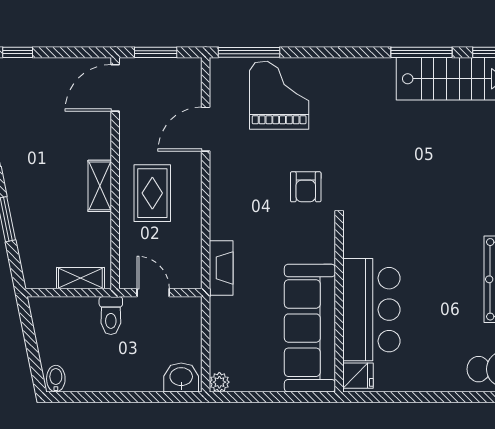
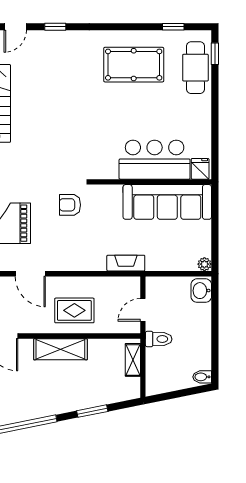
shelving: (100, 186) -> (60, 349), width x1.50, depth x1.33
armchair: (306, 187) -> (70, 205), turned 180

